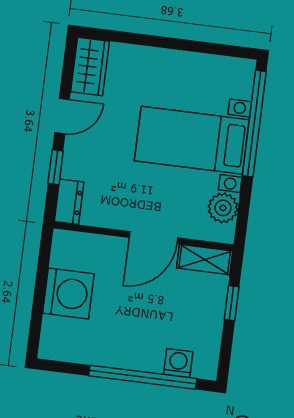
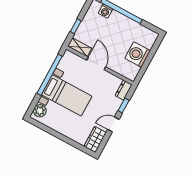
window: (254, 124) -> (50, 75), moved
plant: (223, 208) -> (40, 111), moved
door: (153, 238) -> (96, 63), hinge flipped

